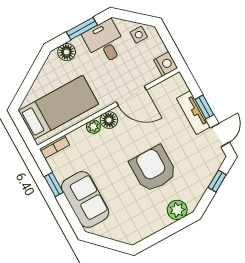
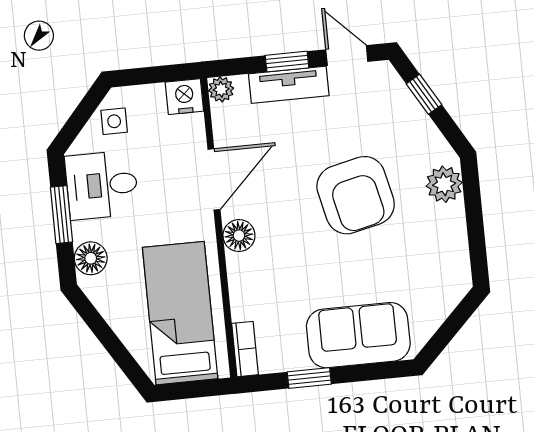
plant: (93, 127) -> (221, 89), moved
armchair: (153, 169) -> (356, 195), turned -103

